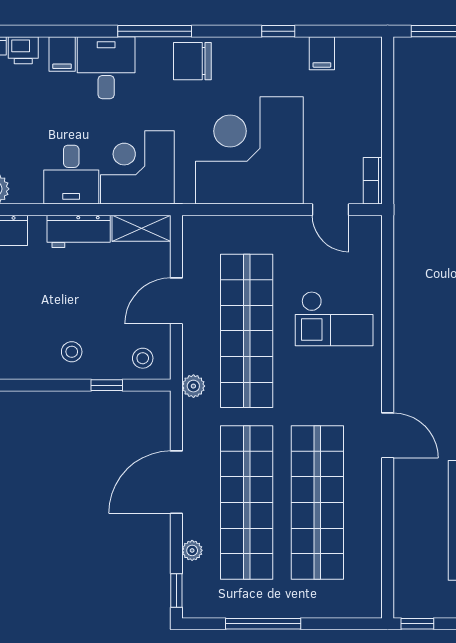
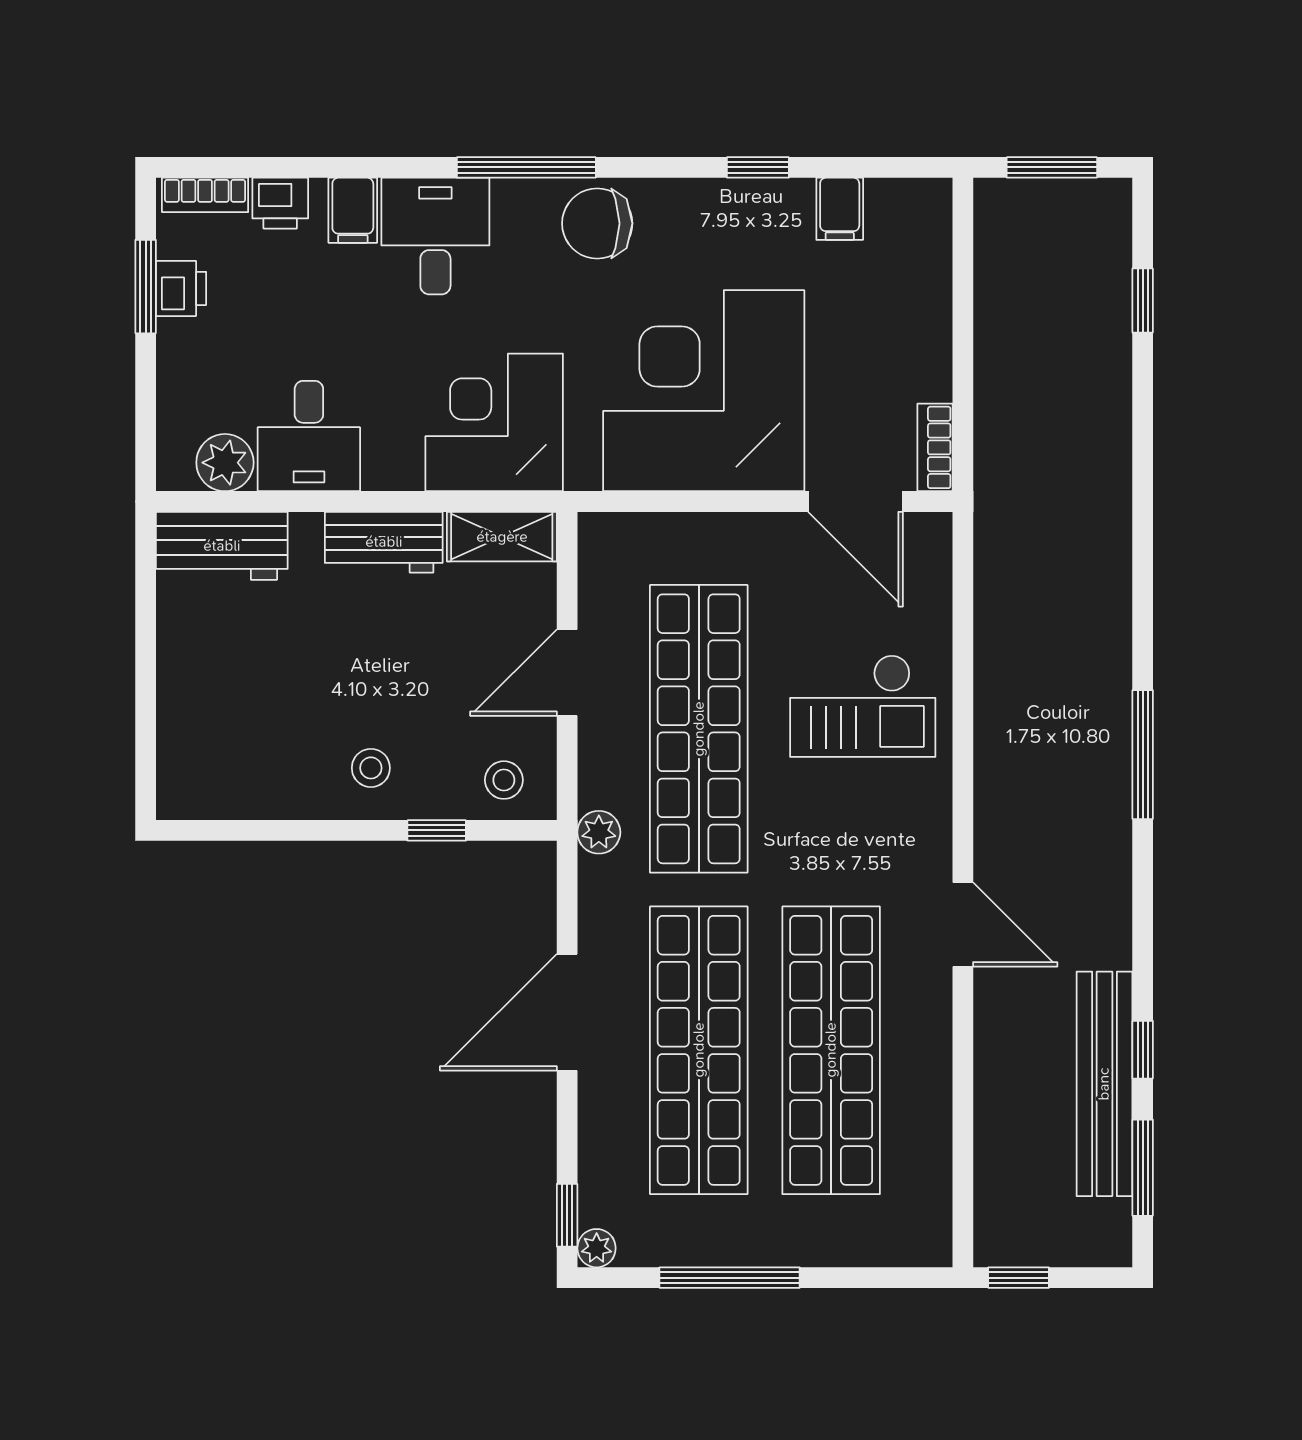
desk: (71, 175) -> (309, 436), moved
door: (330, 210) -> (856, 502), width x1.38
plant: (192, 550) -> (597, 1248), moved

